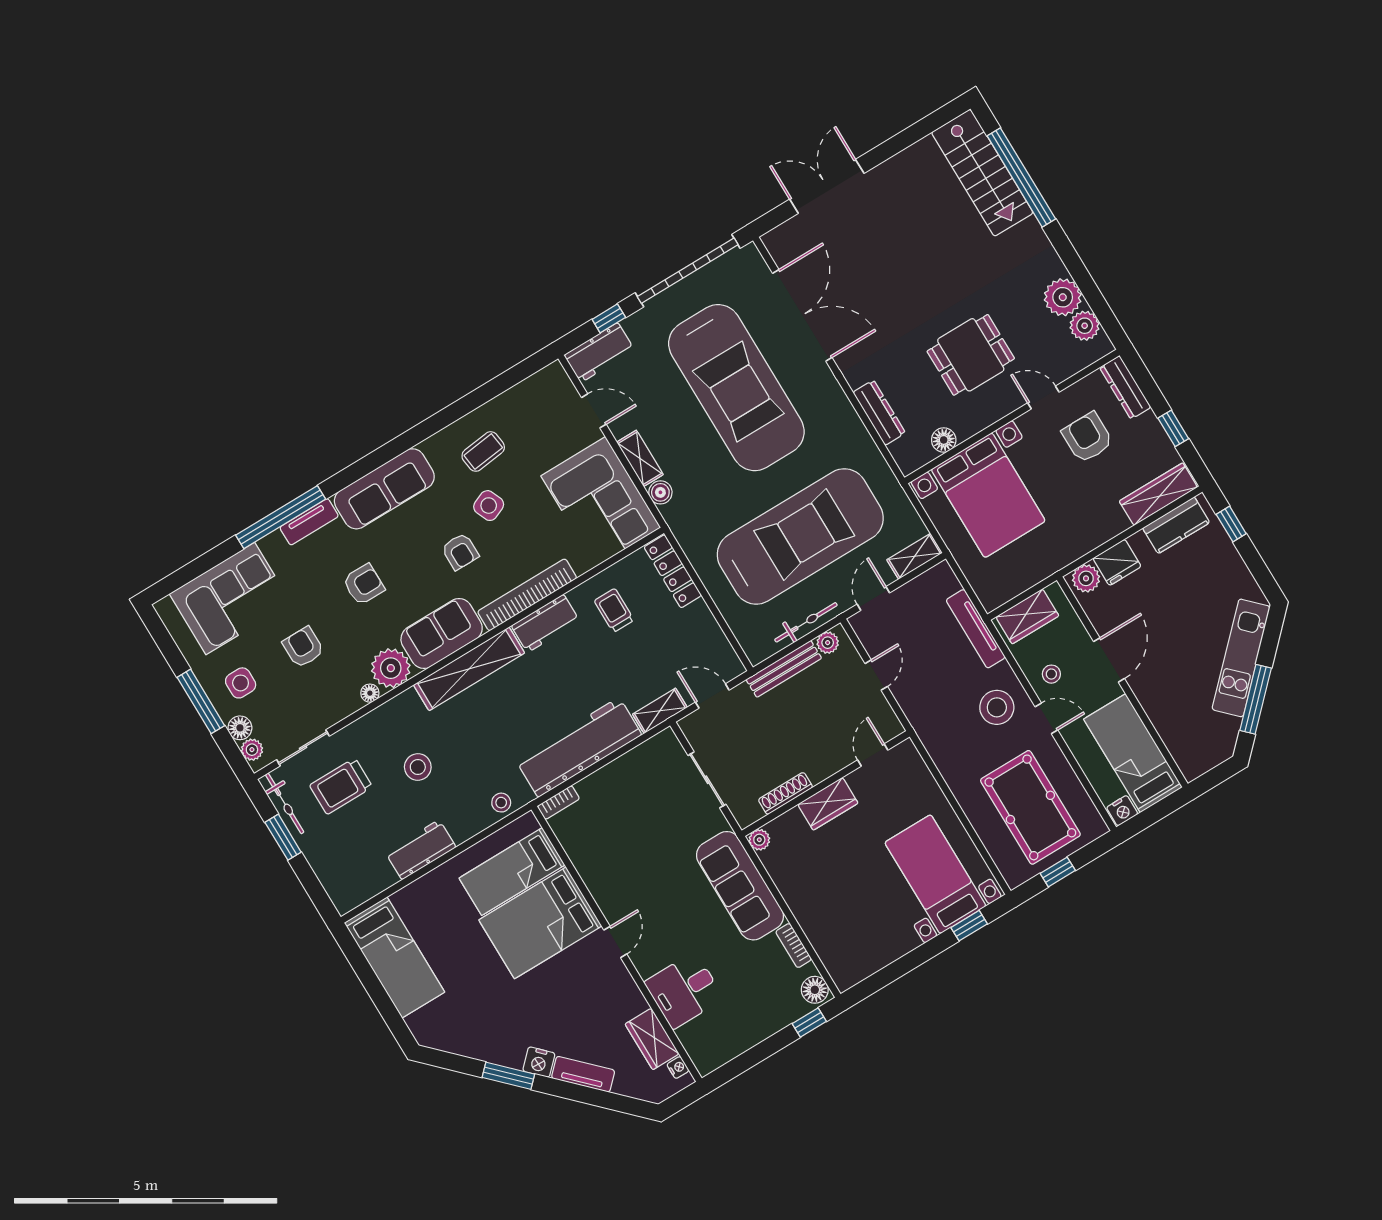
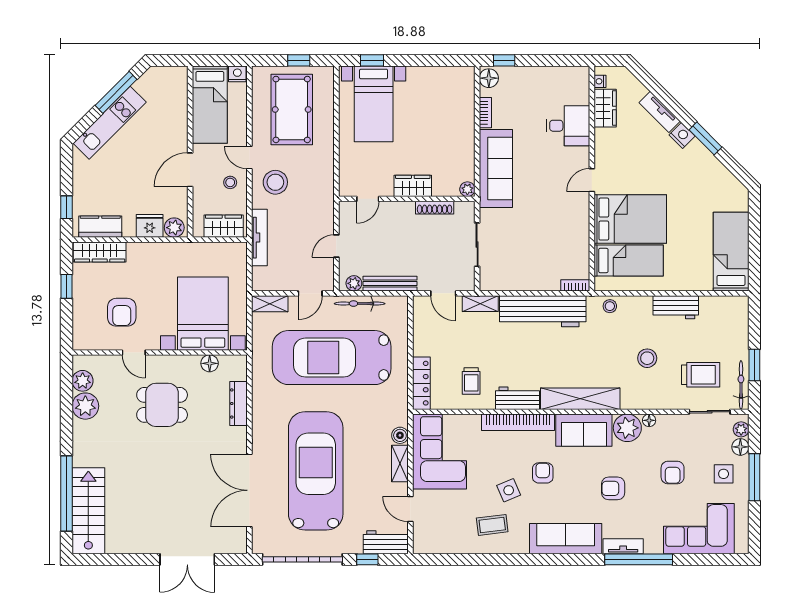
dresser: (1125, 387) -> (81, 329), removed

